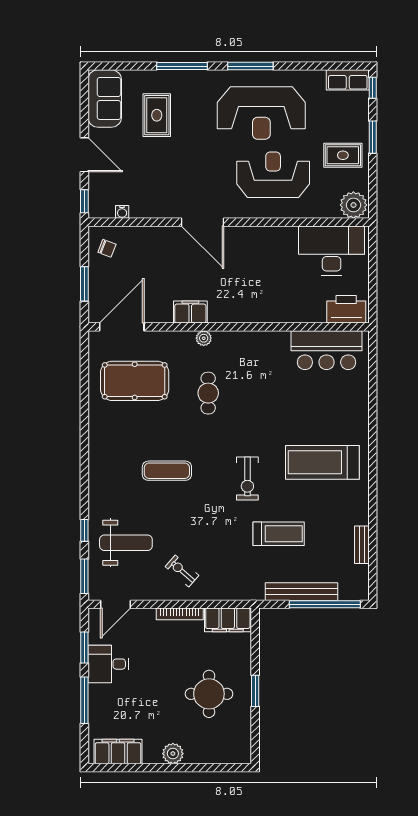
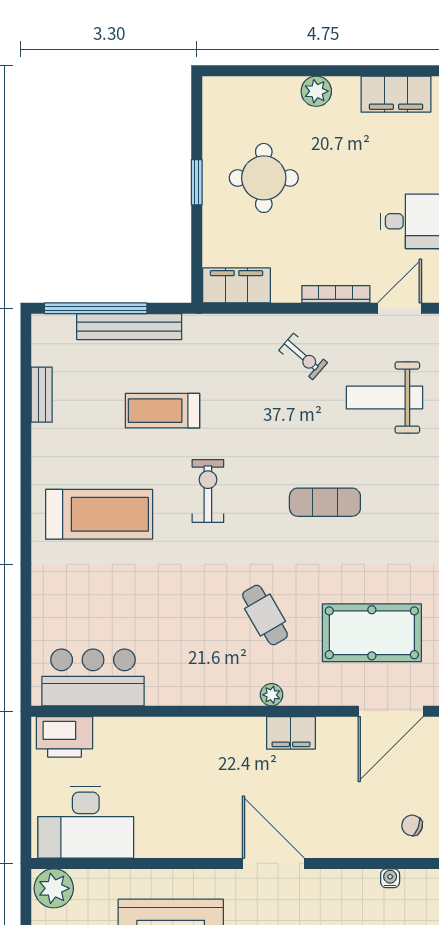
cafe table: (208, 393) -> (265, 615), turned -30
bookcase: (180, 614) -> (336, 294), moved

